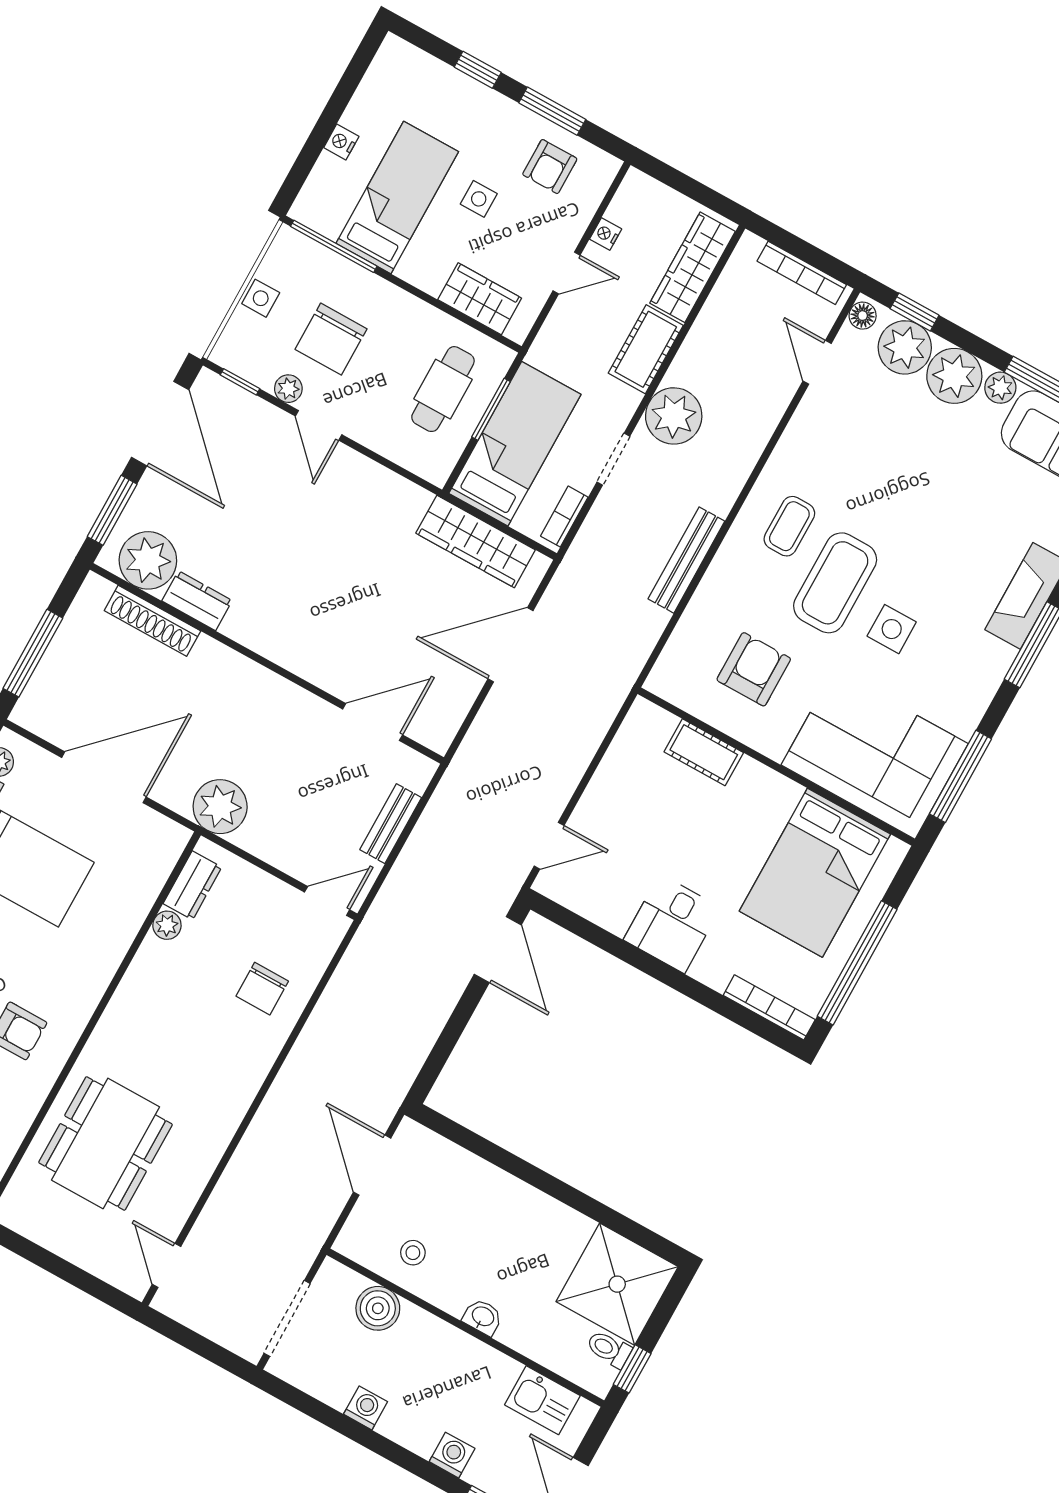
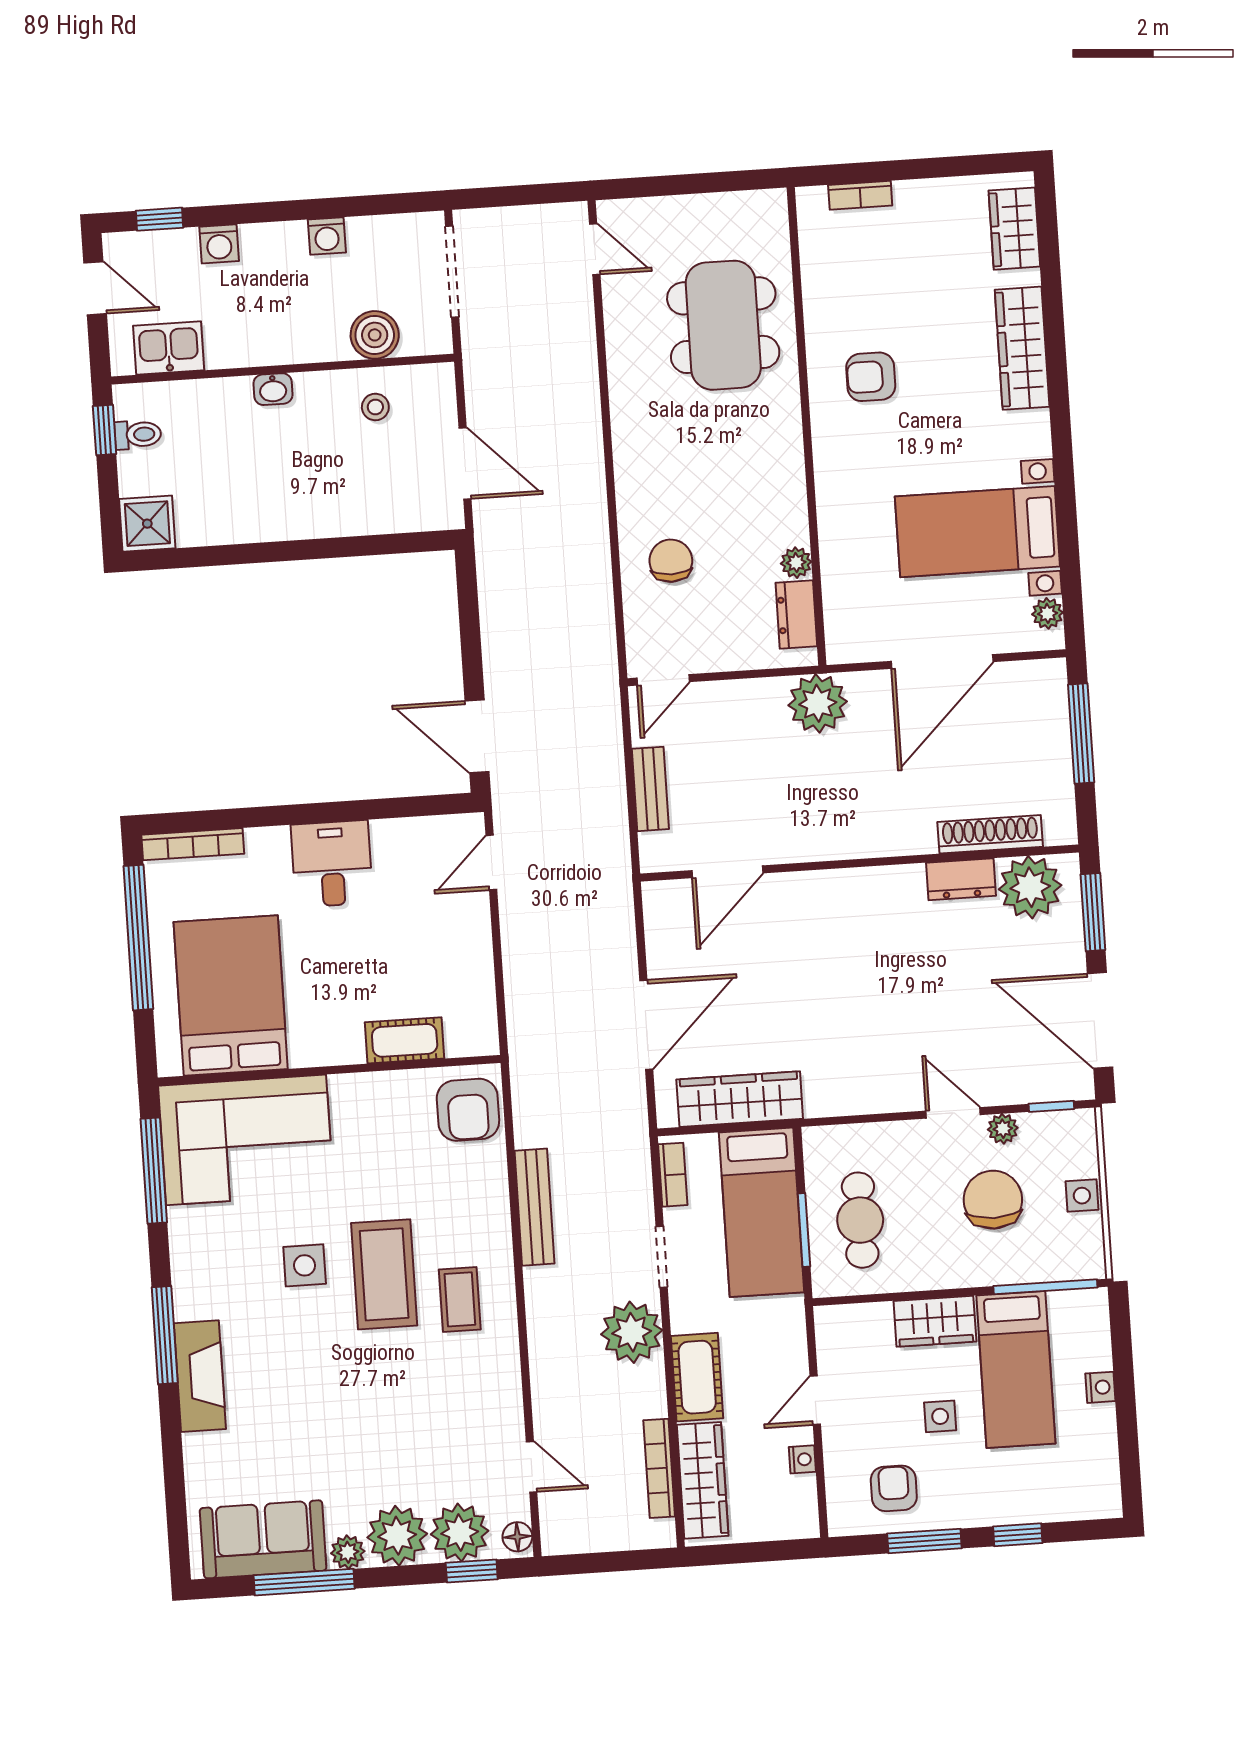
bookcase: (802, 273) -> (659, 1468), moved, turned -90
wardrobe: (480, 299) -> (935, 1321), moved
armchair: (754, 669) -> (468, 1110), moved
shower: (617, 1284) -> (147, 524), width x0.54, depth x0.54

